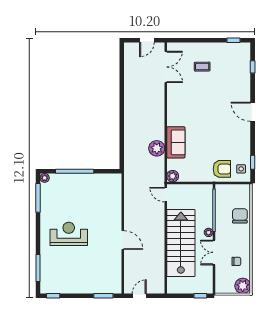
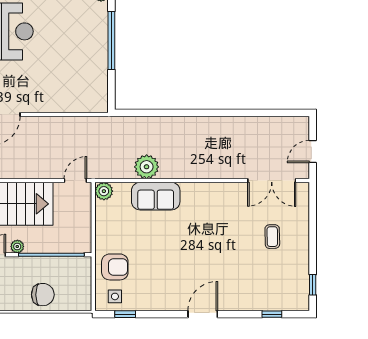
door: (147, 40) -> (313, 152), hinge flipped
armchair: (222, 169) -> (115, 267), turned -90

